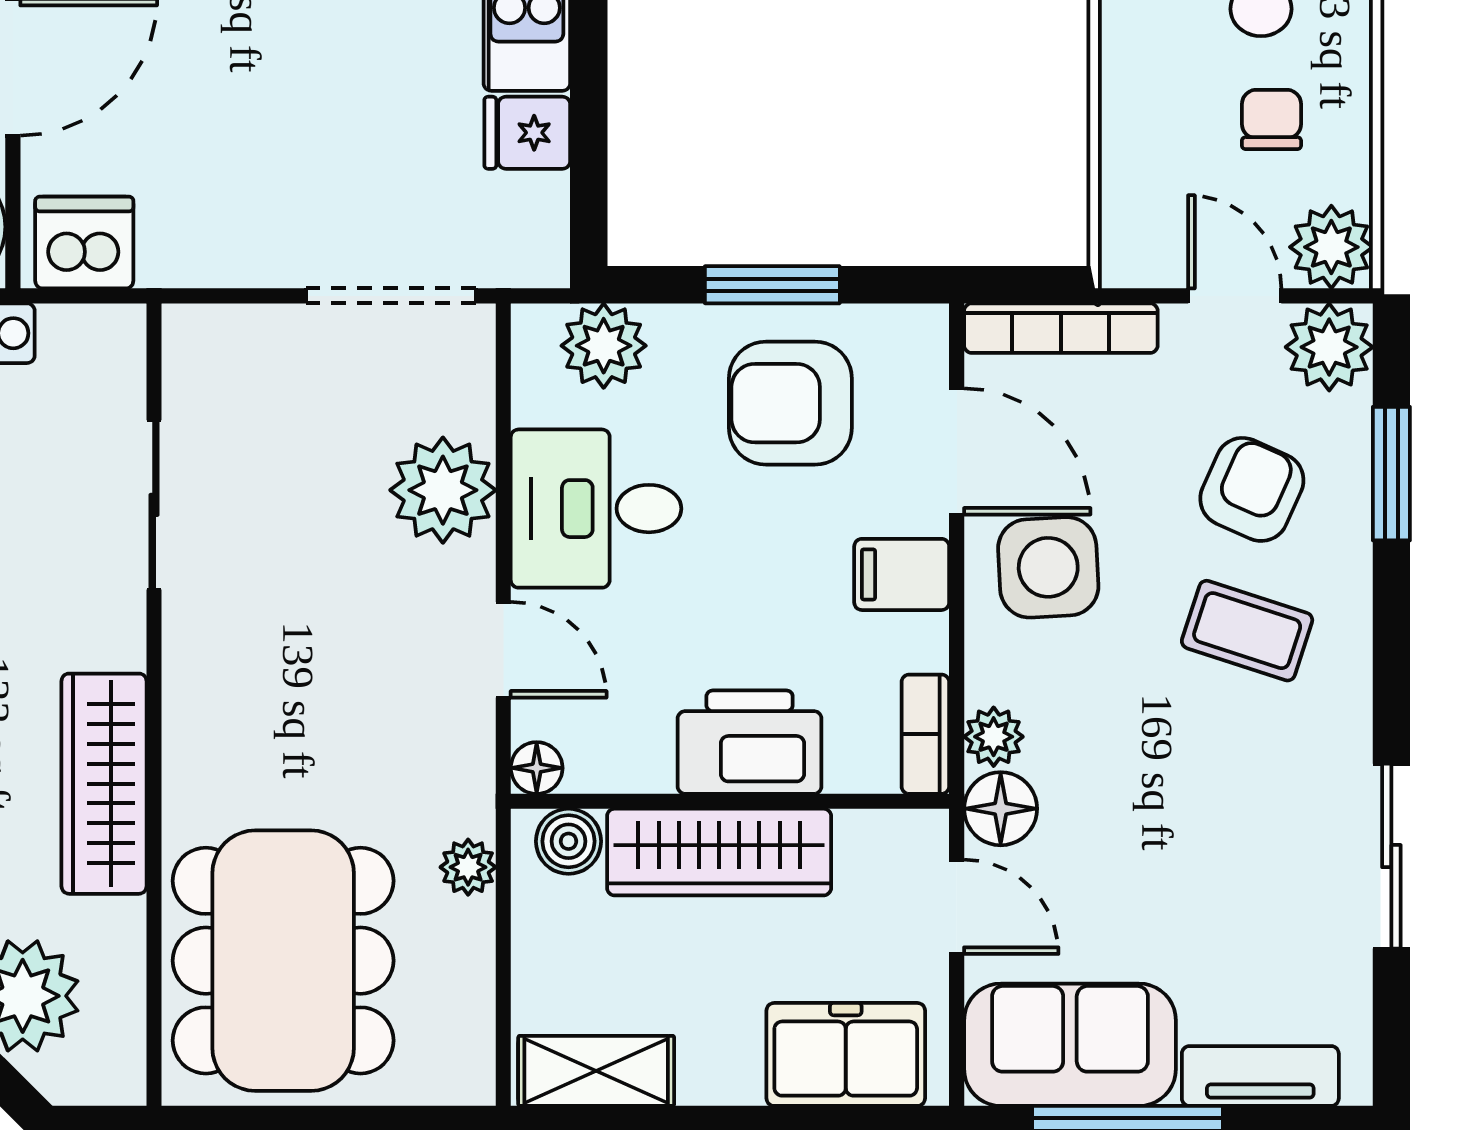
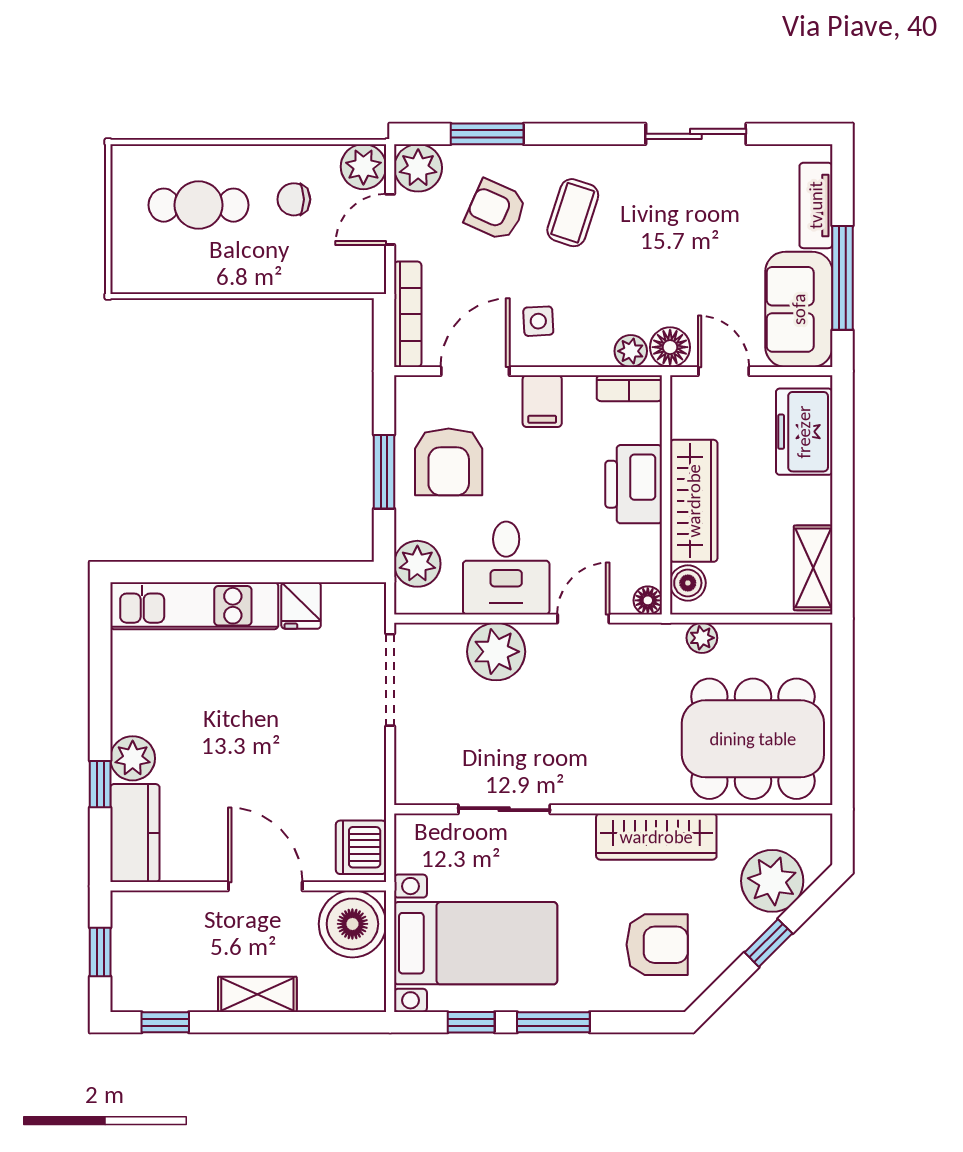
side table: (1048, 567) -> (538, 321), width x0.54, depth x0.54
door: (957, 907) -> (724, 371), hinge flipped

